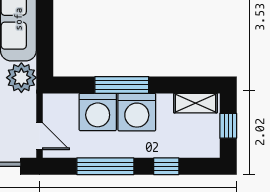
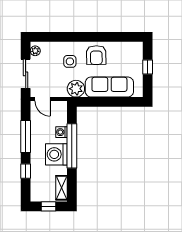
window: (122, 85) -> (72, 146), width x1.46
washing machine: (98, 112) -> (61, 132), width x0.53, depth x0.53
door: (39, 136) -> (43, 99), hinge flipped

